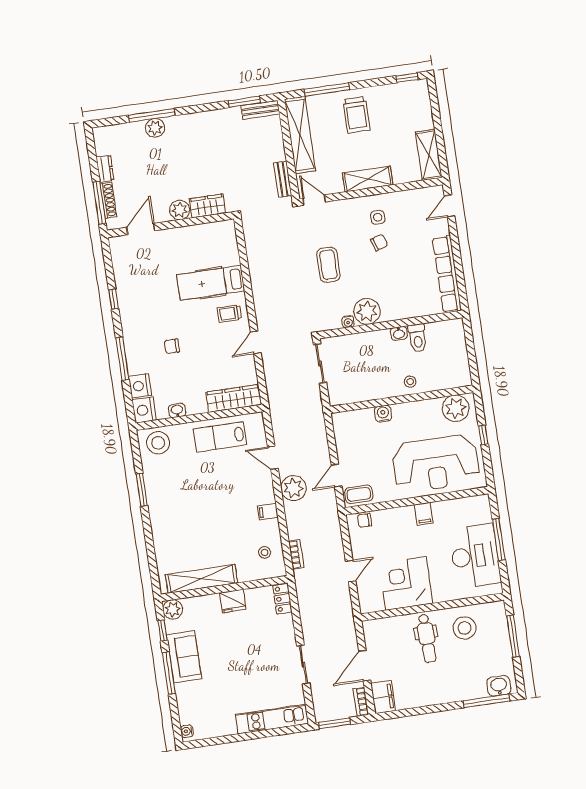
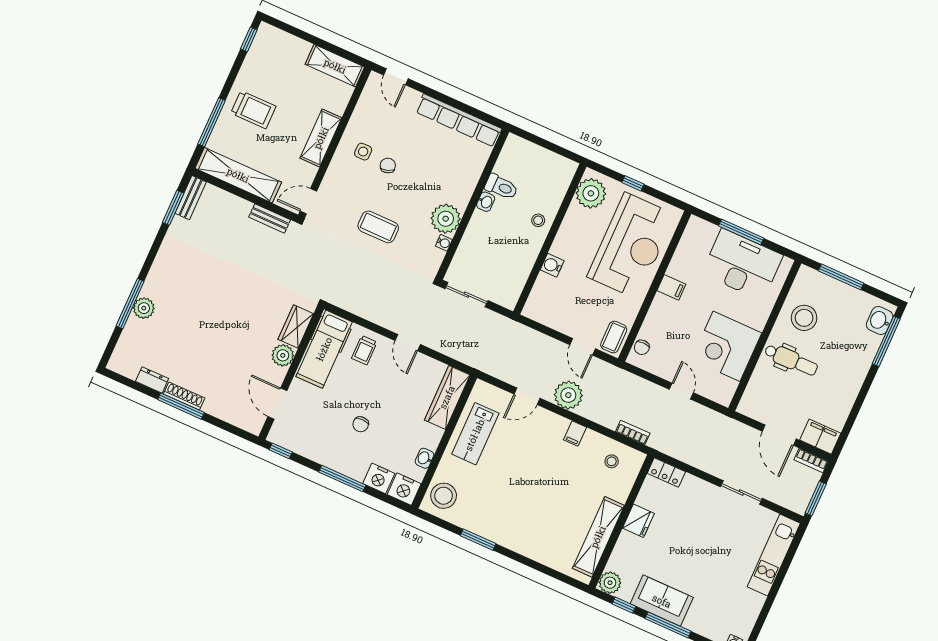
wardrobe: (207, 206) -> (296, 327), moved
plant: (180, 210) -> (283, 355), moved
wall: (170, 225) -> (291, 373), moved
door: (141, 229) -> (277, 404), moved

